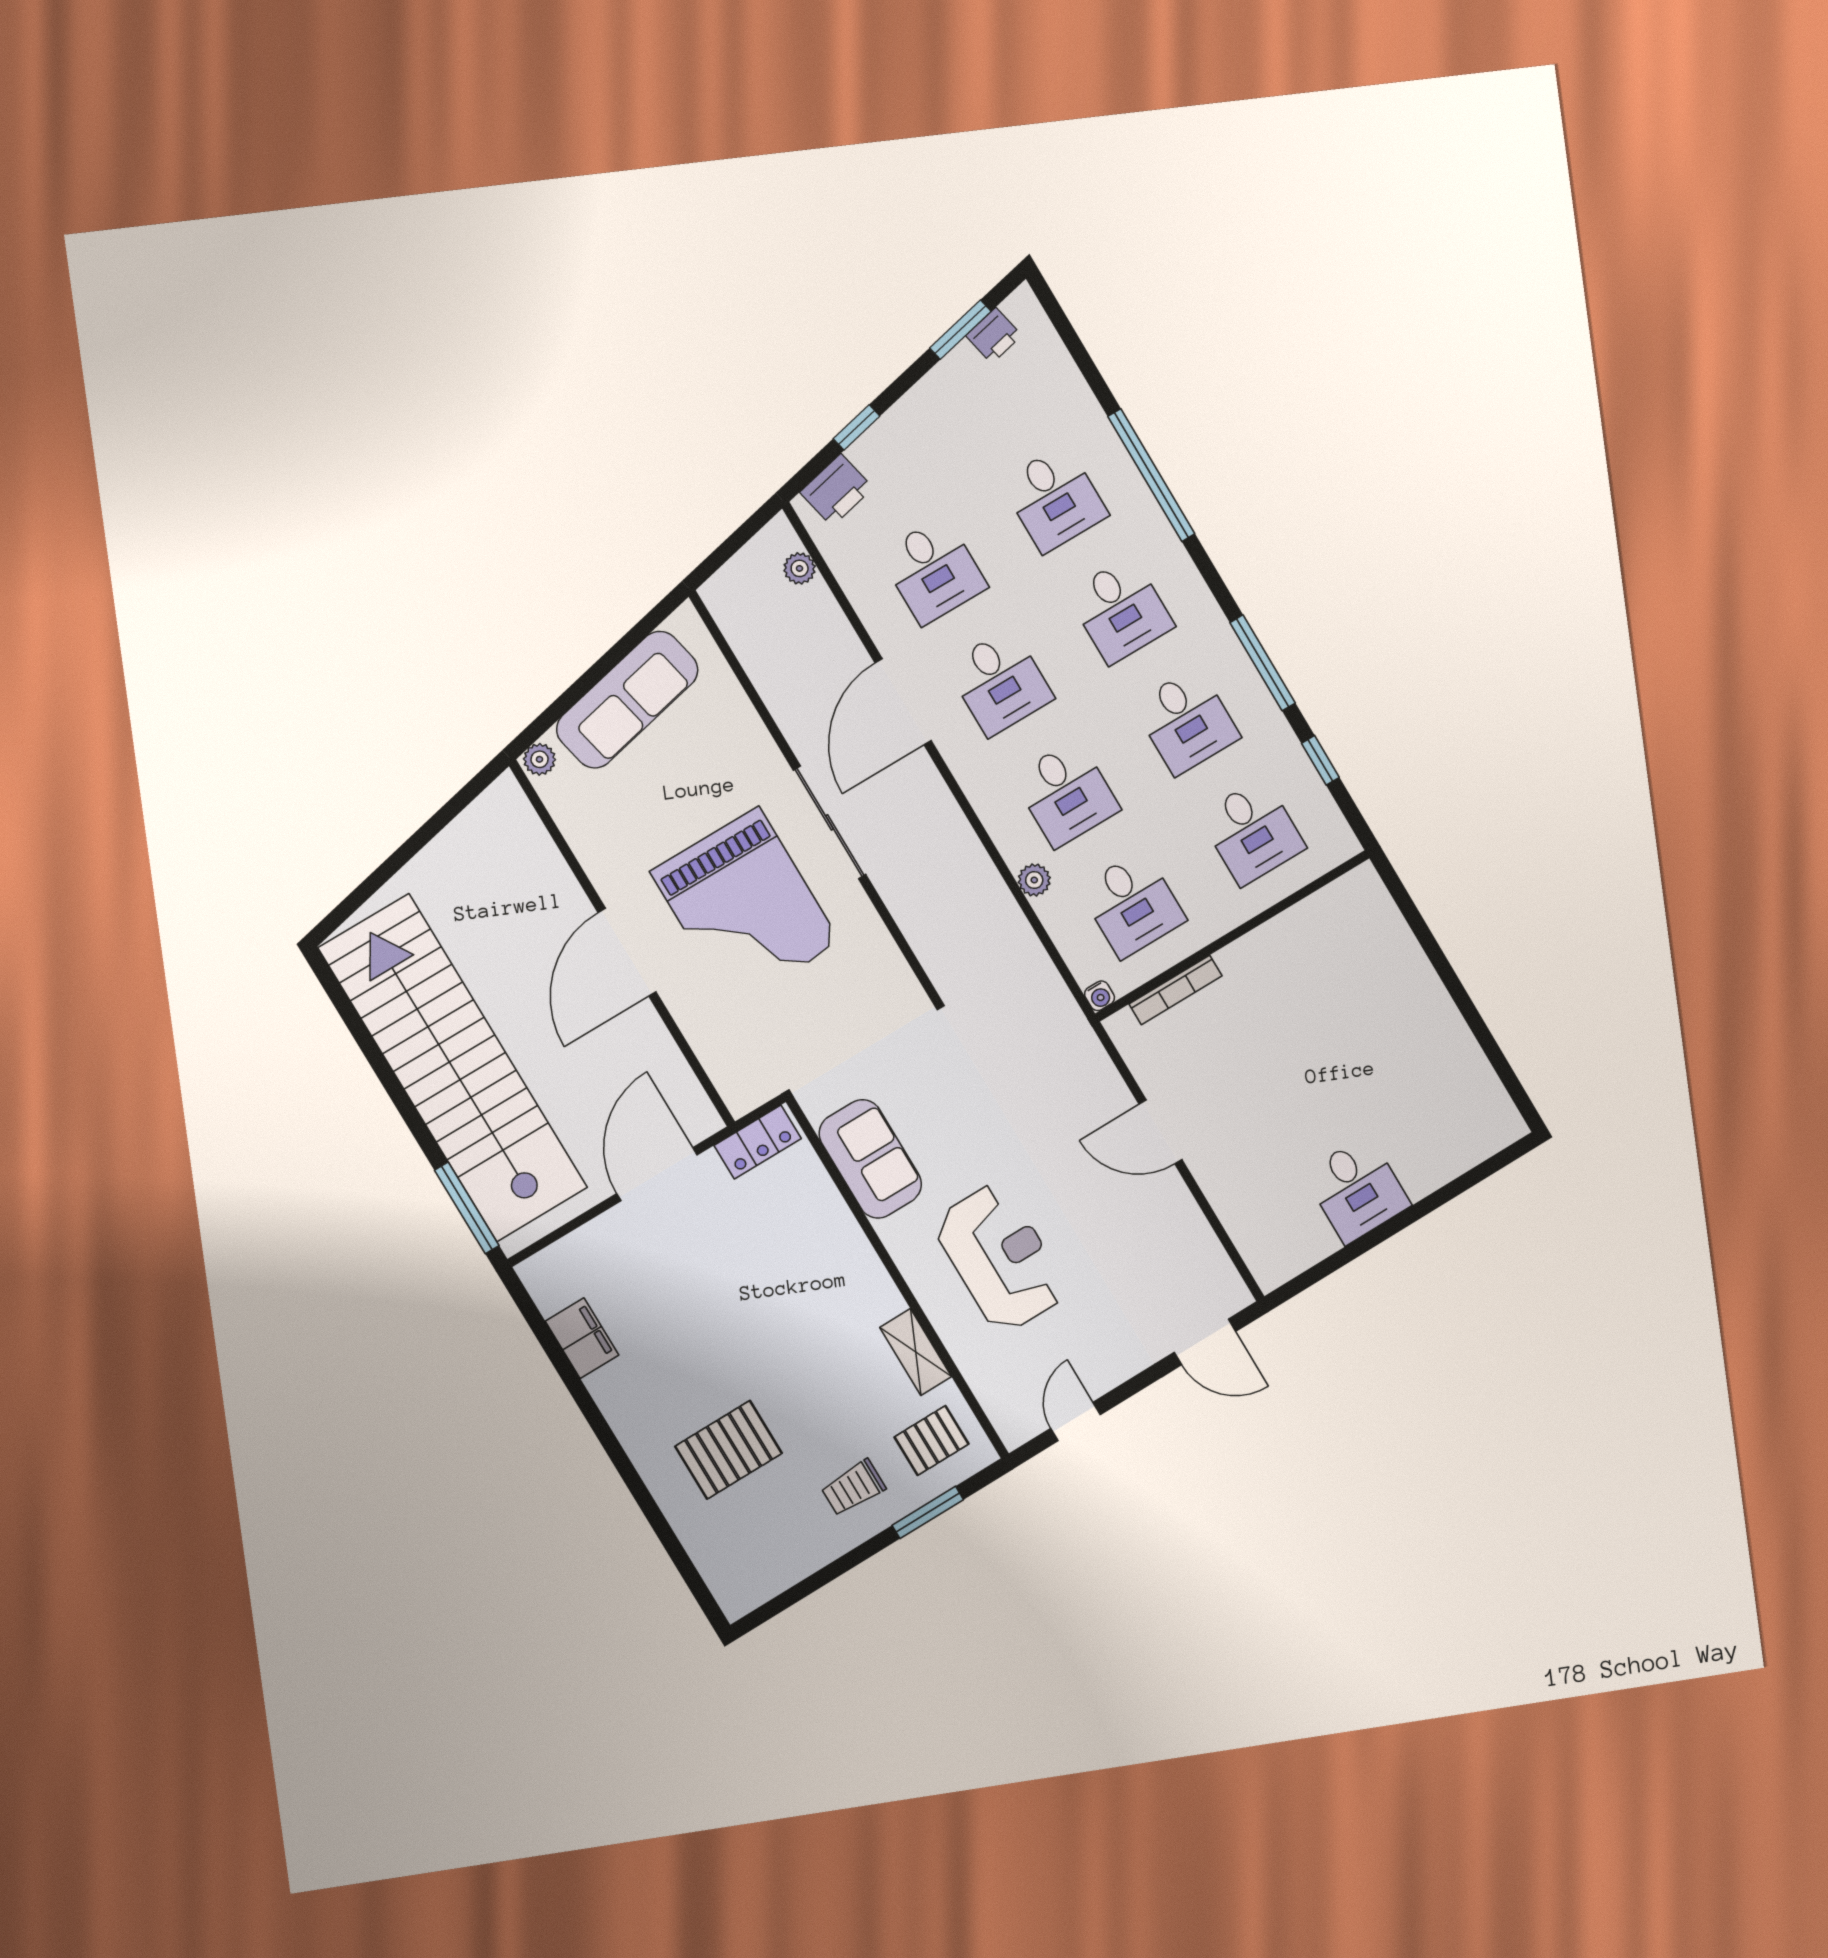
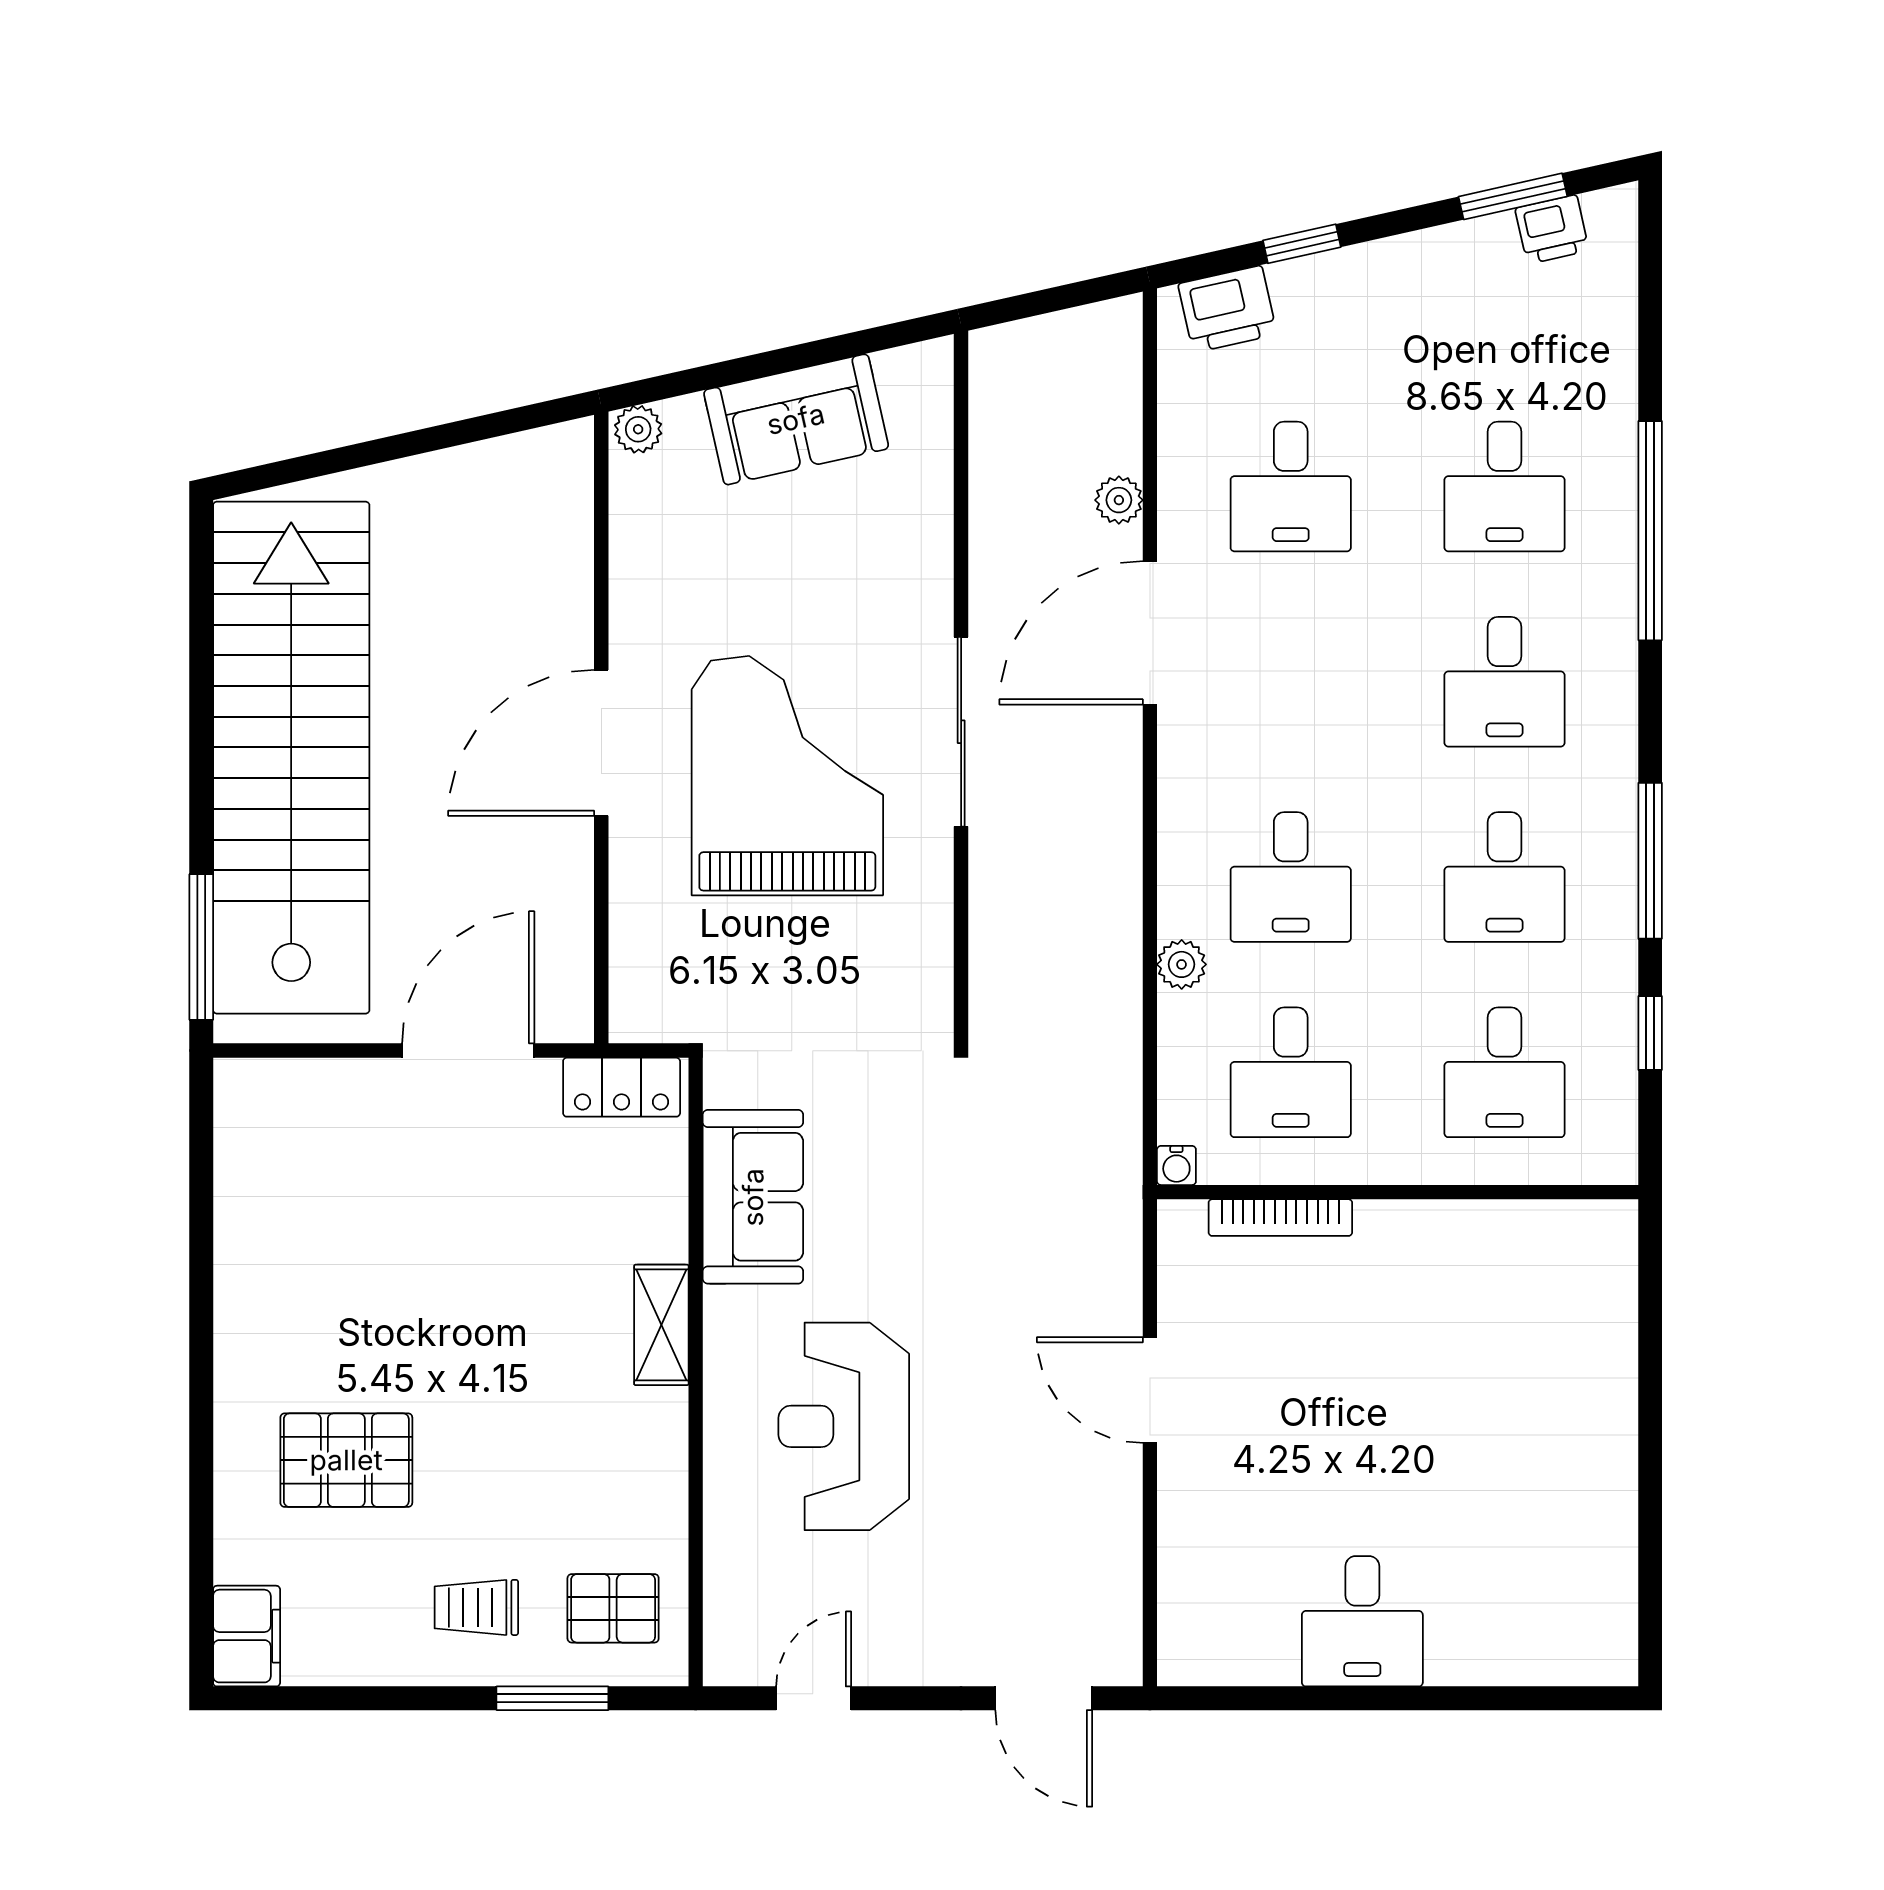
plant: (800, 568) -> (1119, 500), moved
desk: (1000, 682) -> (1291, 682), removed
sofa: (627, 700) -> (796, 419), width x0.73
grand piano: (745, 907) -> (787, 776), turned 180
reception desk: (1000, 1258) -> (844, 1426), turned 180
filing cabinet: (582, 1338) -> (247, 1636), moved
shelving: (916, 1352) -> (661, 1325), moved

